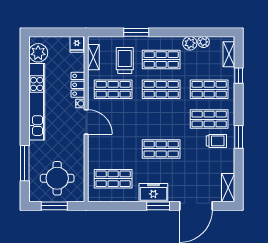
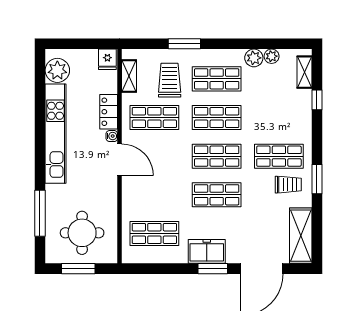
shop shelf: (209, 89) -> (217, 156), moved
shelving: (228, 188) -> (301, 236), width x1.50, depth x1.33

